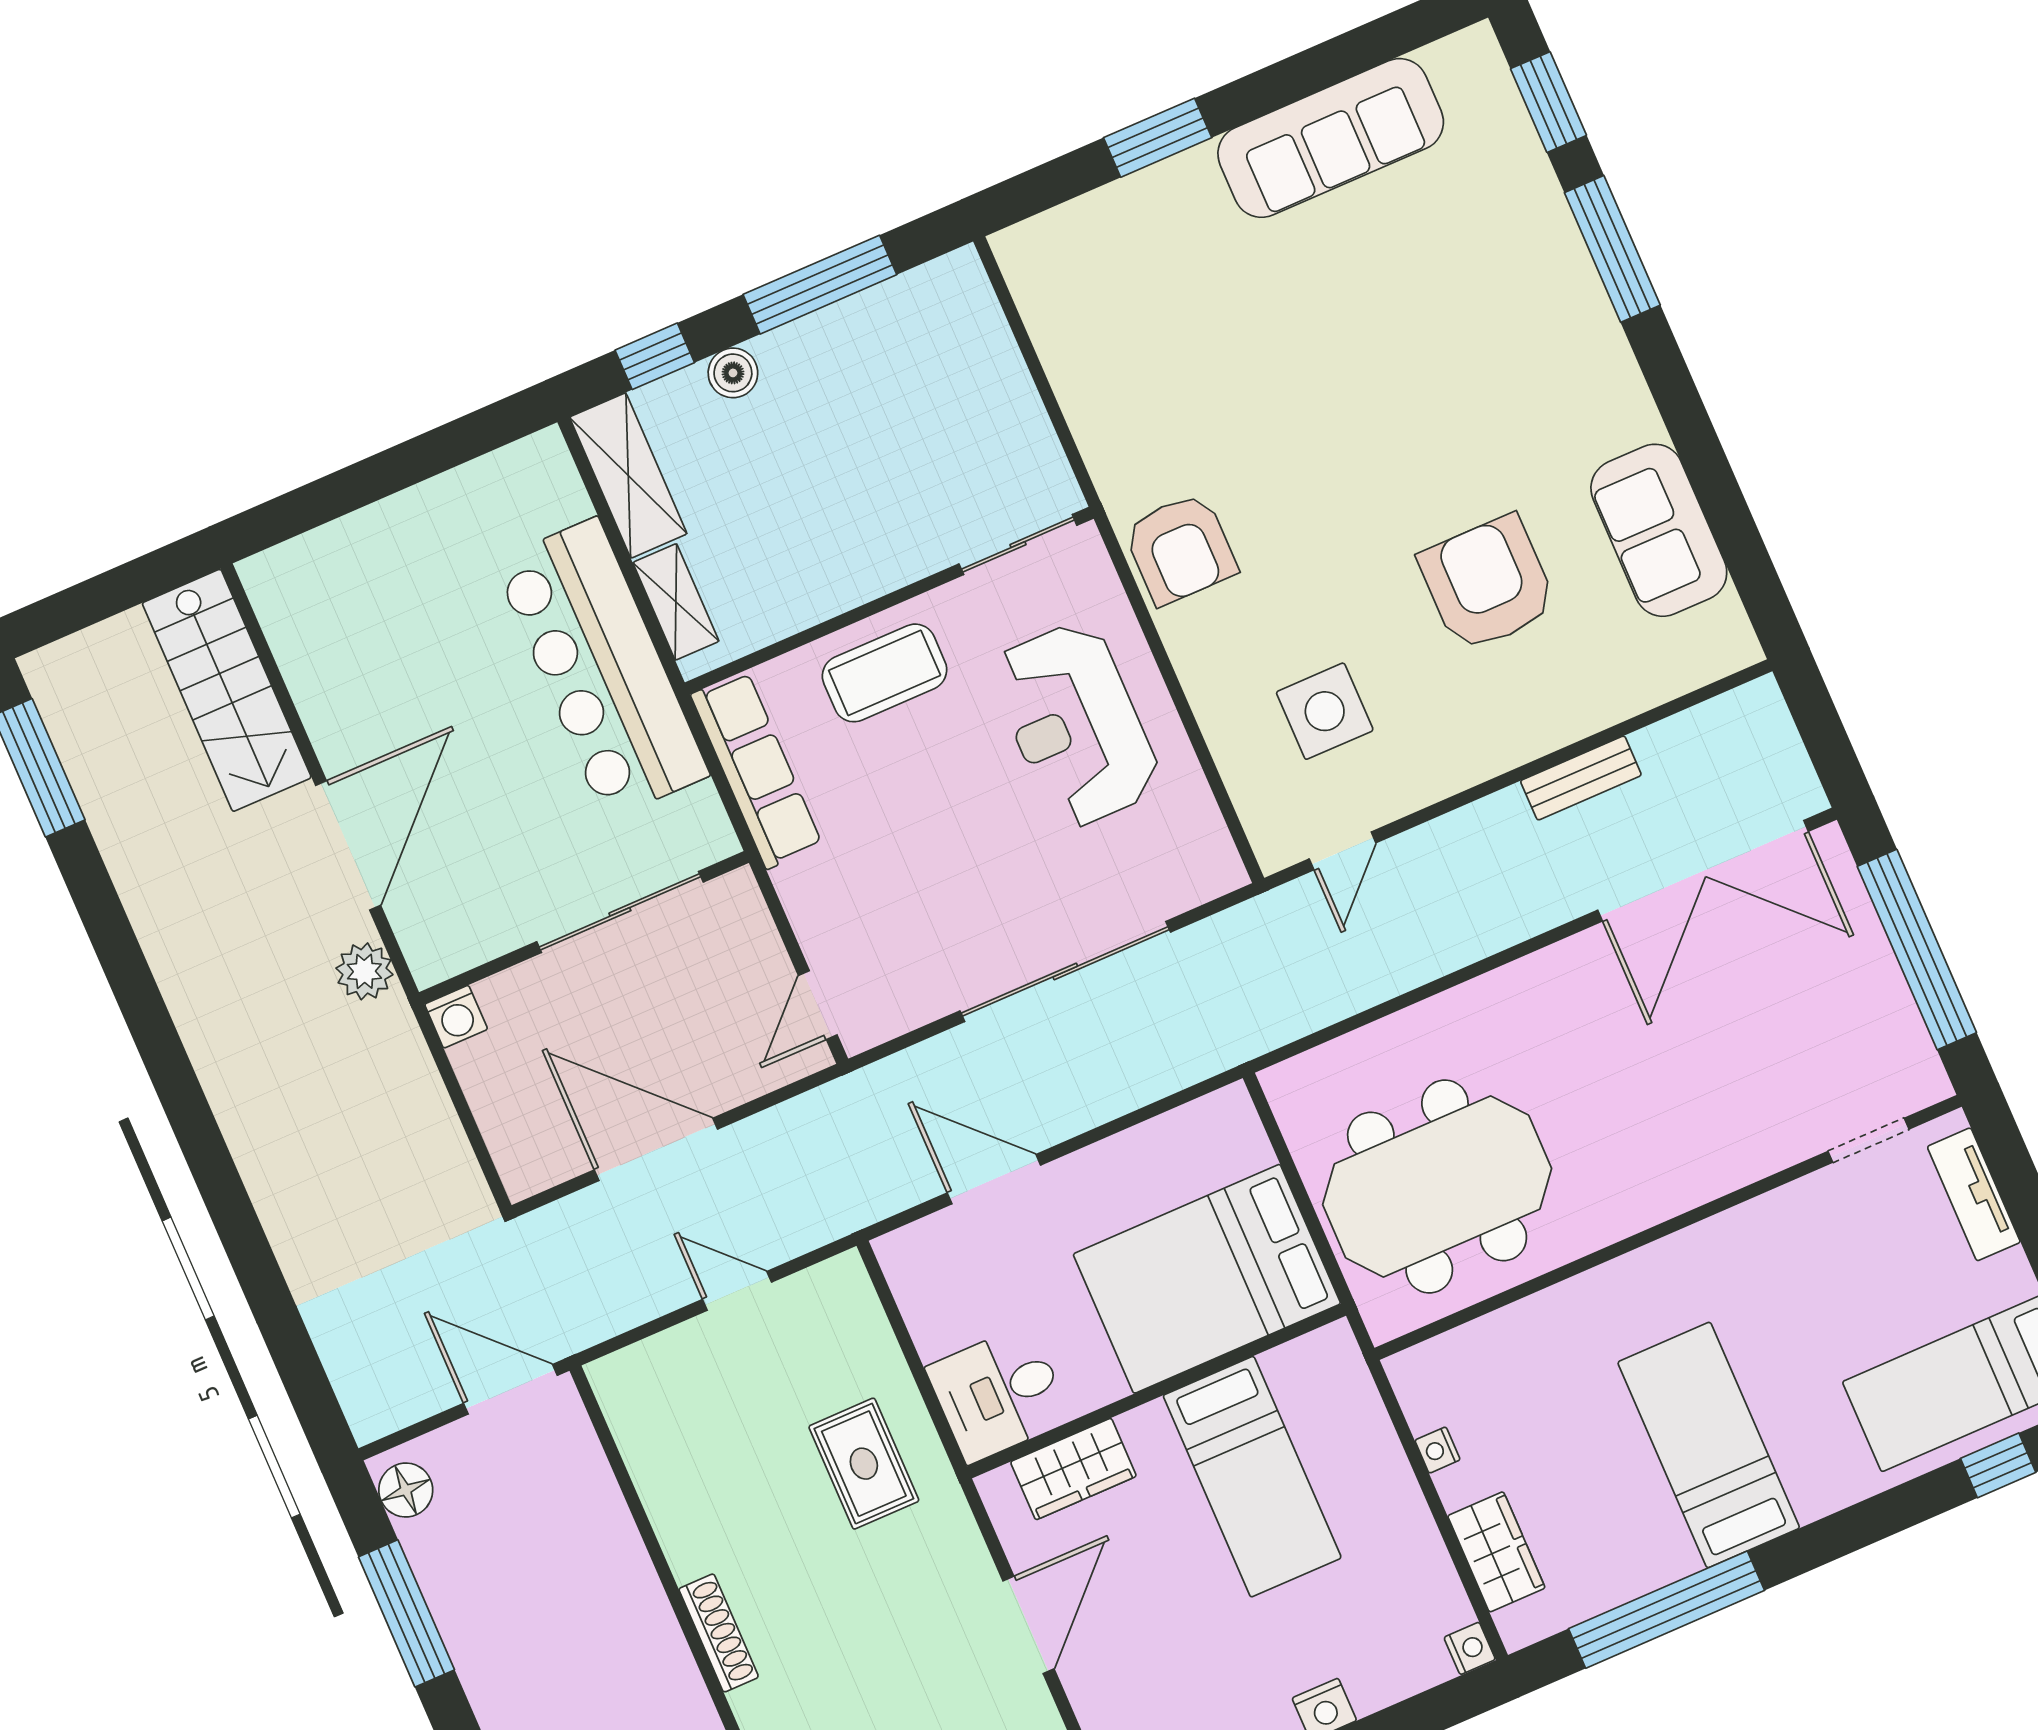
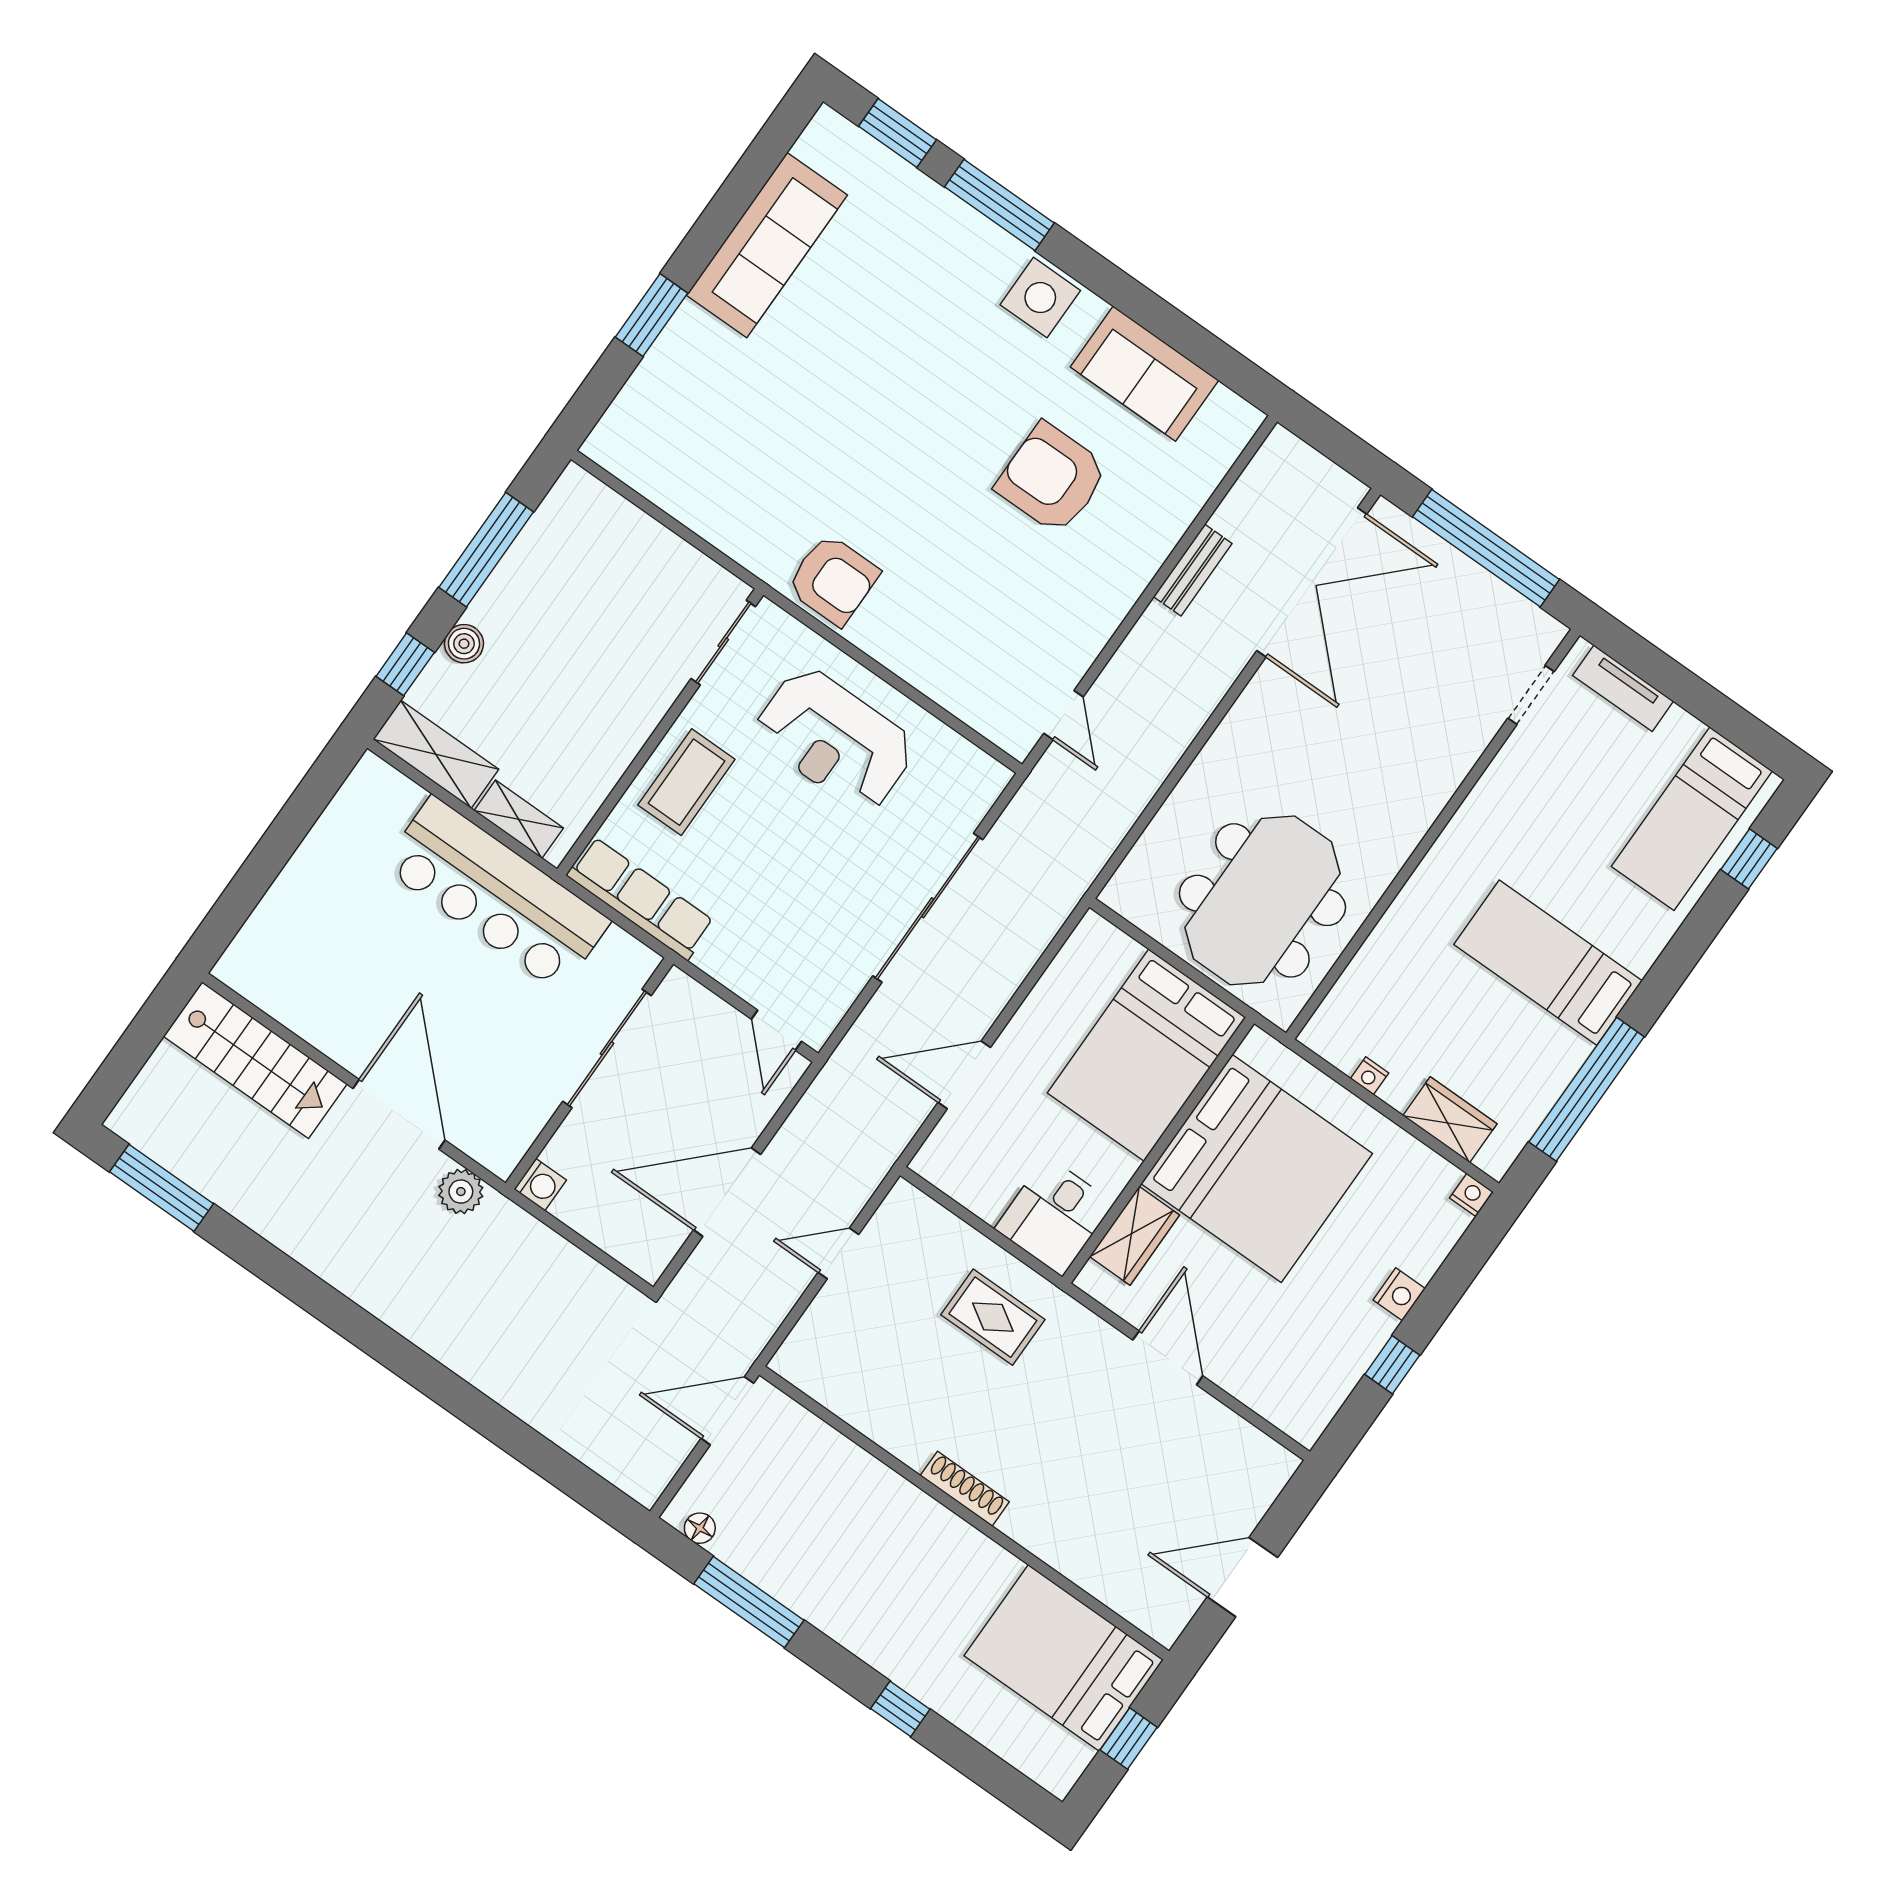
side table: (1325, 711) -> (1040, 298), moved
bed: (1252, 1477) -> (1257, 1169), width x2.04
floor lamp: (406, 1490) -> (700, 1528), width x0.73, depth x0.73

